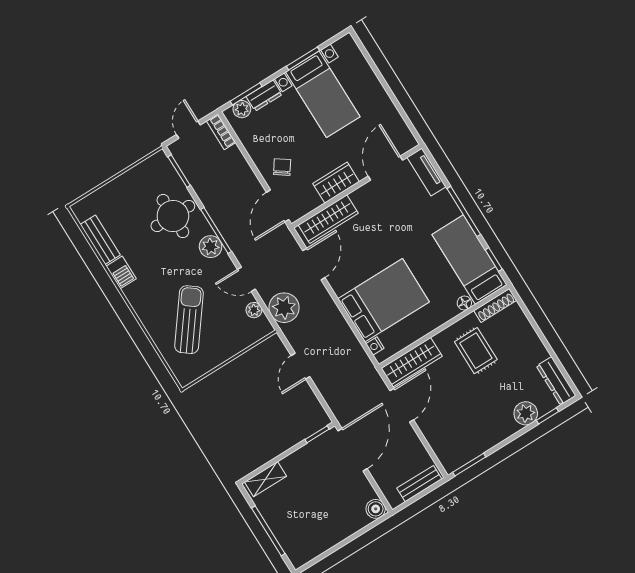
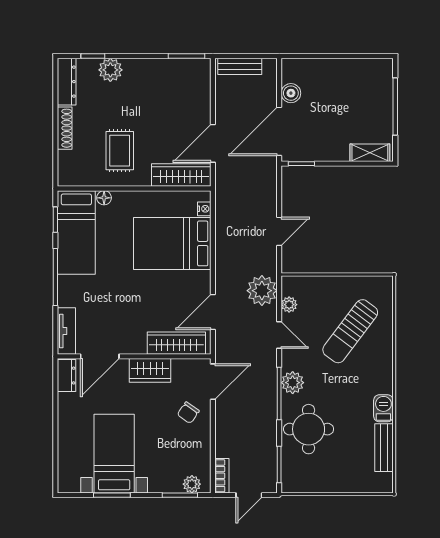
dresser: (264, 95) -> (67, 376), moved, turned 90
shoe rack: (495, 305) -> (65, 128), moved, turned 90
boiler: (376, 509) -> (291, 93), moved

